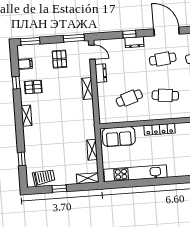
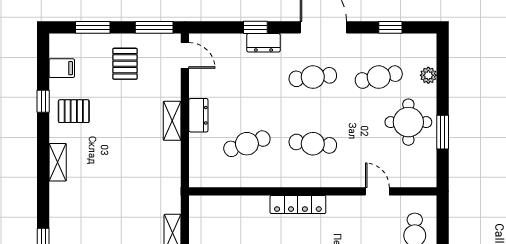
window: (30, 41) -> (93, 27), moved
dresser: (101, 73) -> (198, 115), moved
sofa: (119, 137) -> (223, 212), removed

